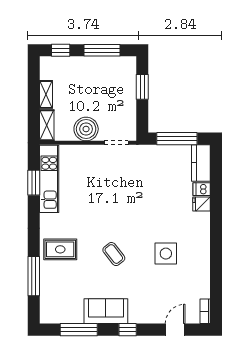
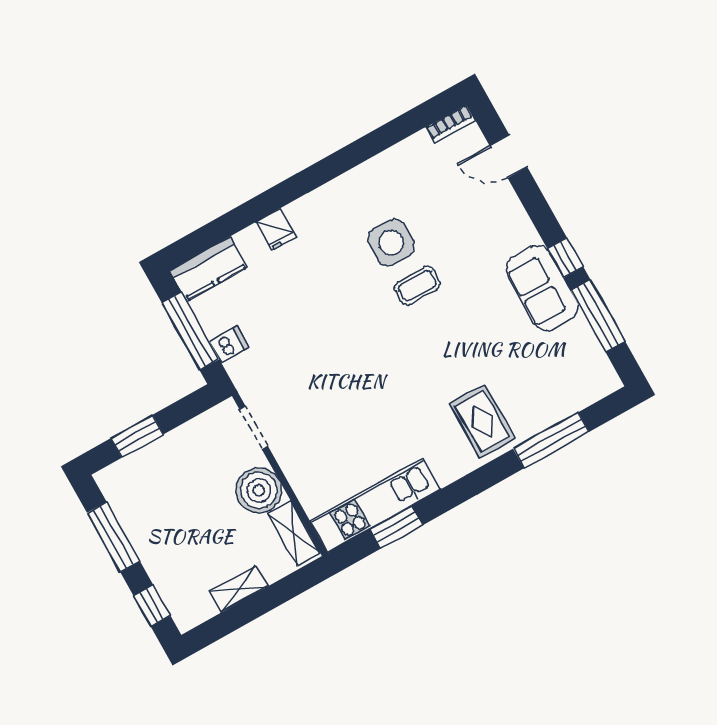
shelving: (47, 125) -> (294, 534), moved, turned 90
dishwasher: (202, 189) -> (229, 345), moved, turned -90
coffee table: (114, 254) -> (417, 286), moved, turned 38
window: (128, 330) -> (565, 258), moved

